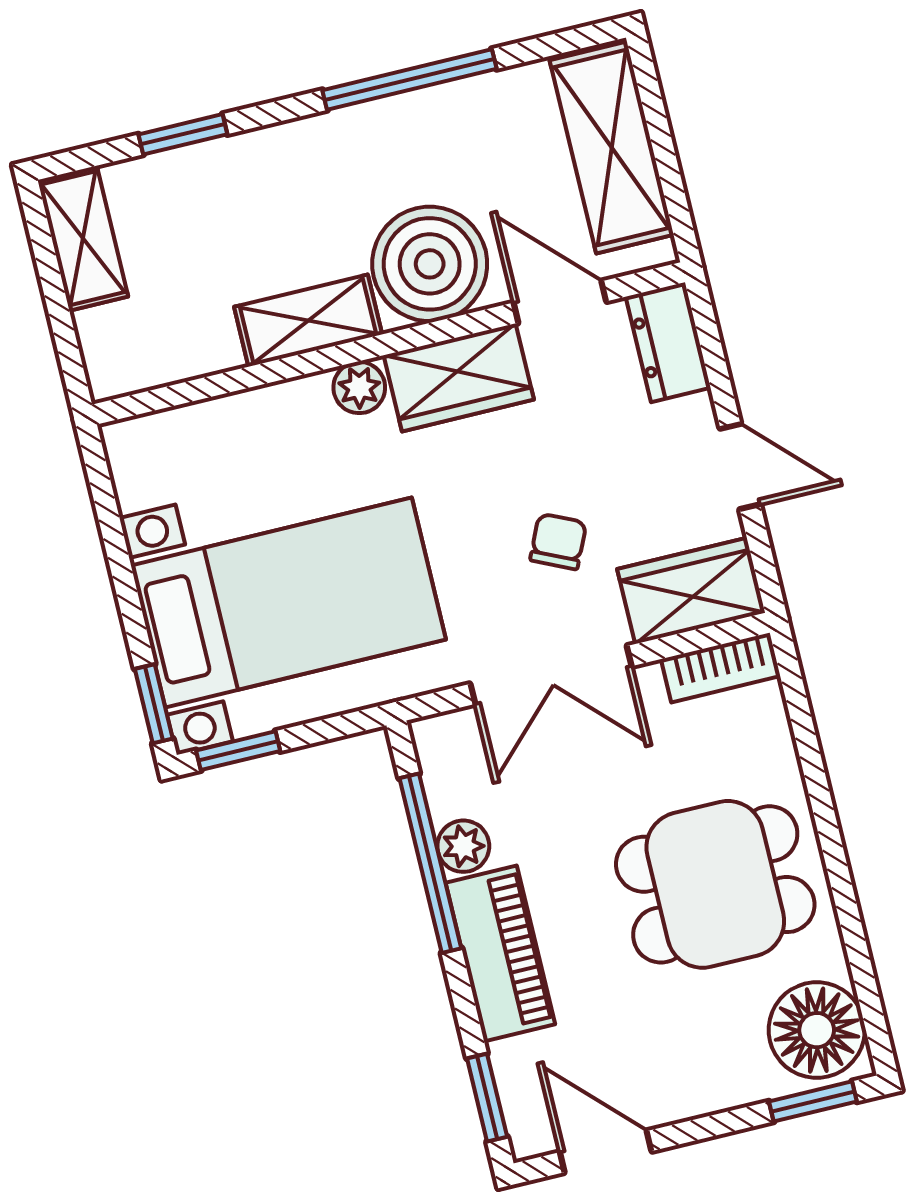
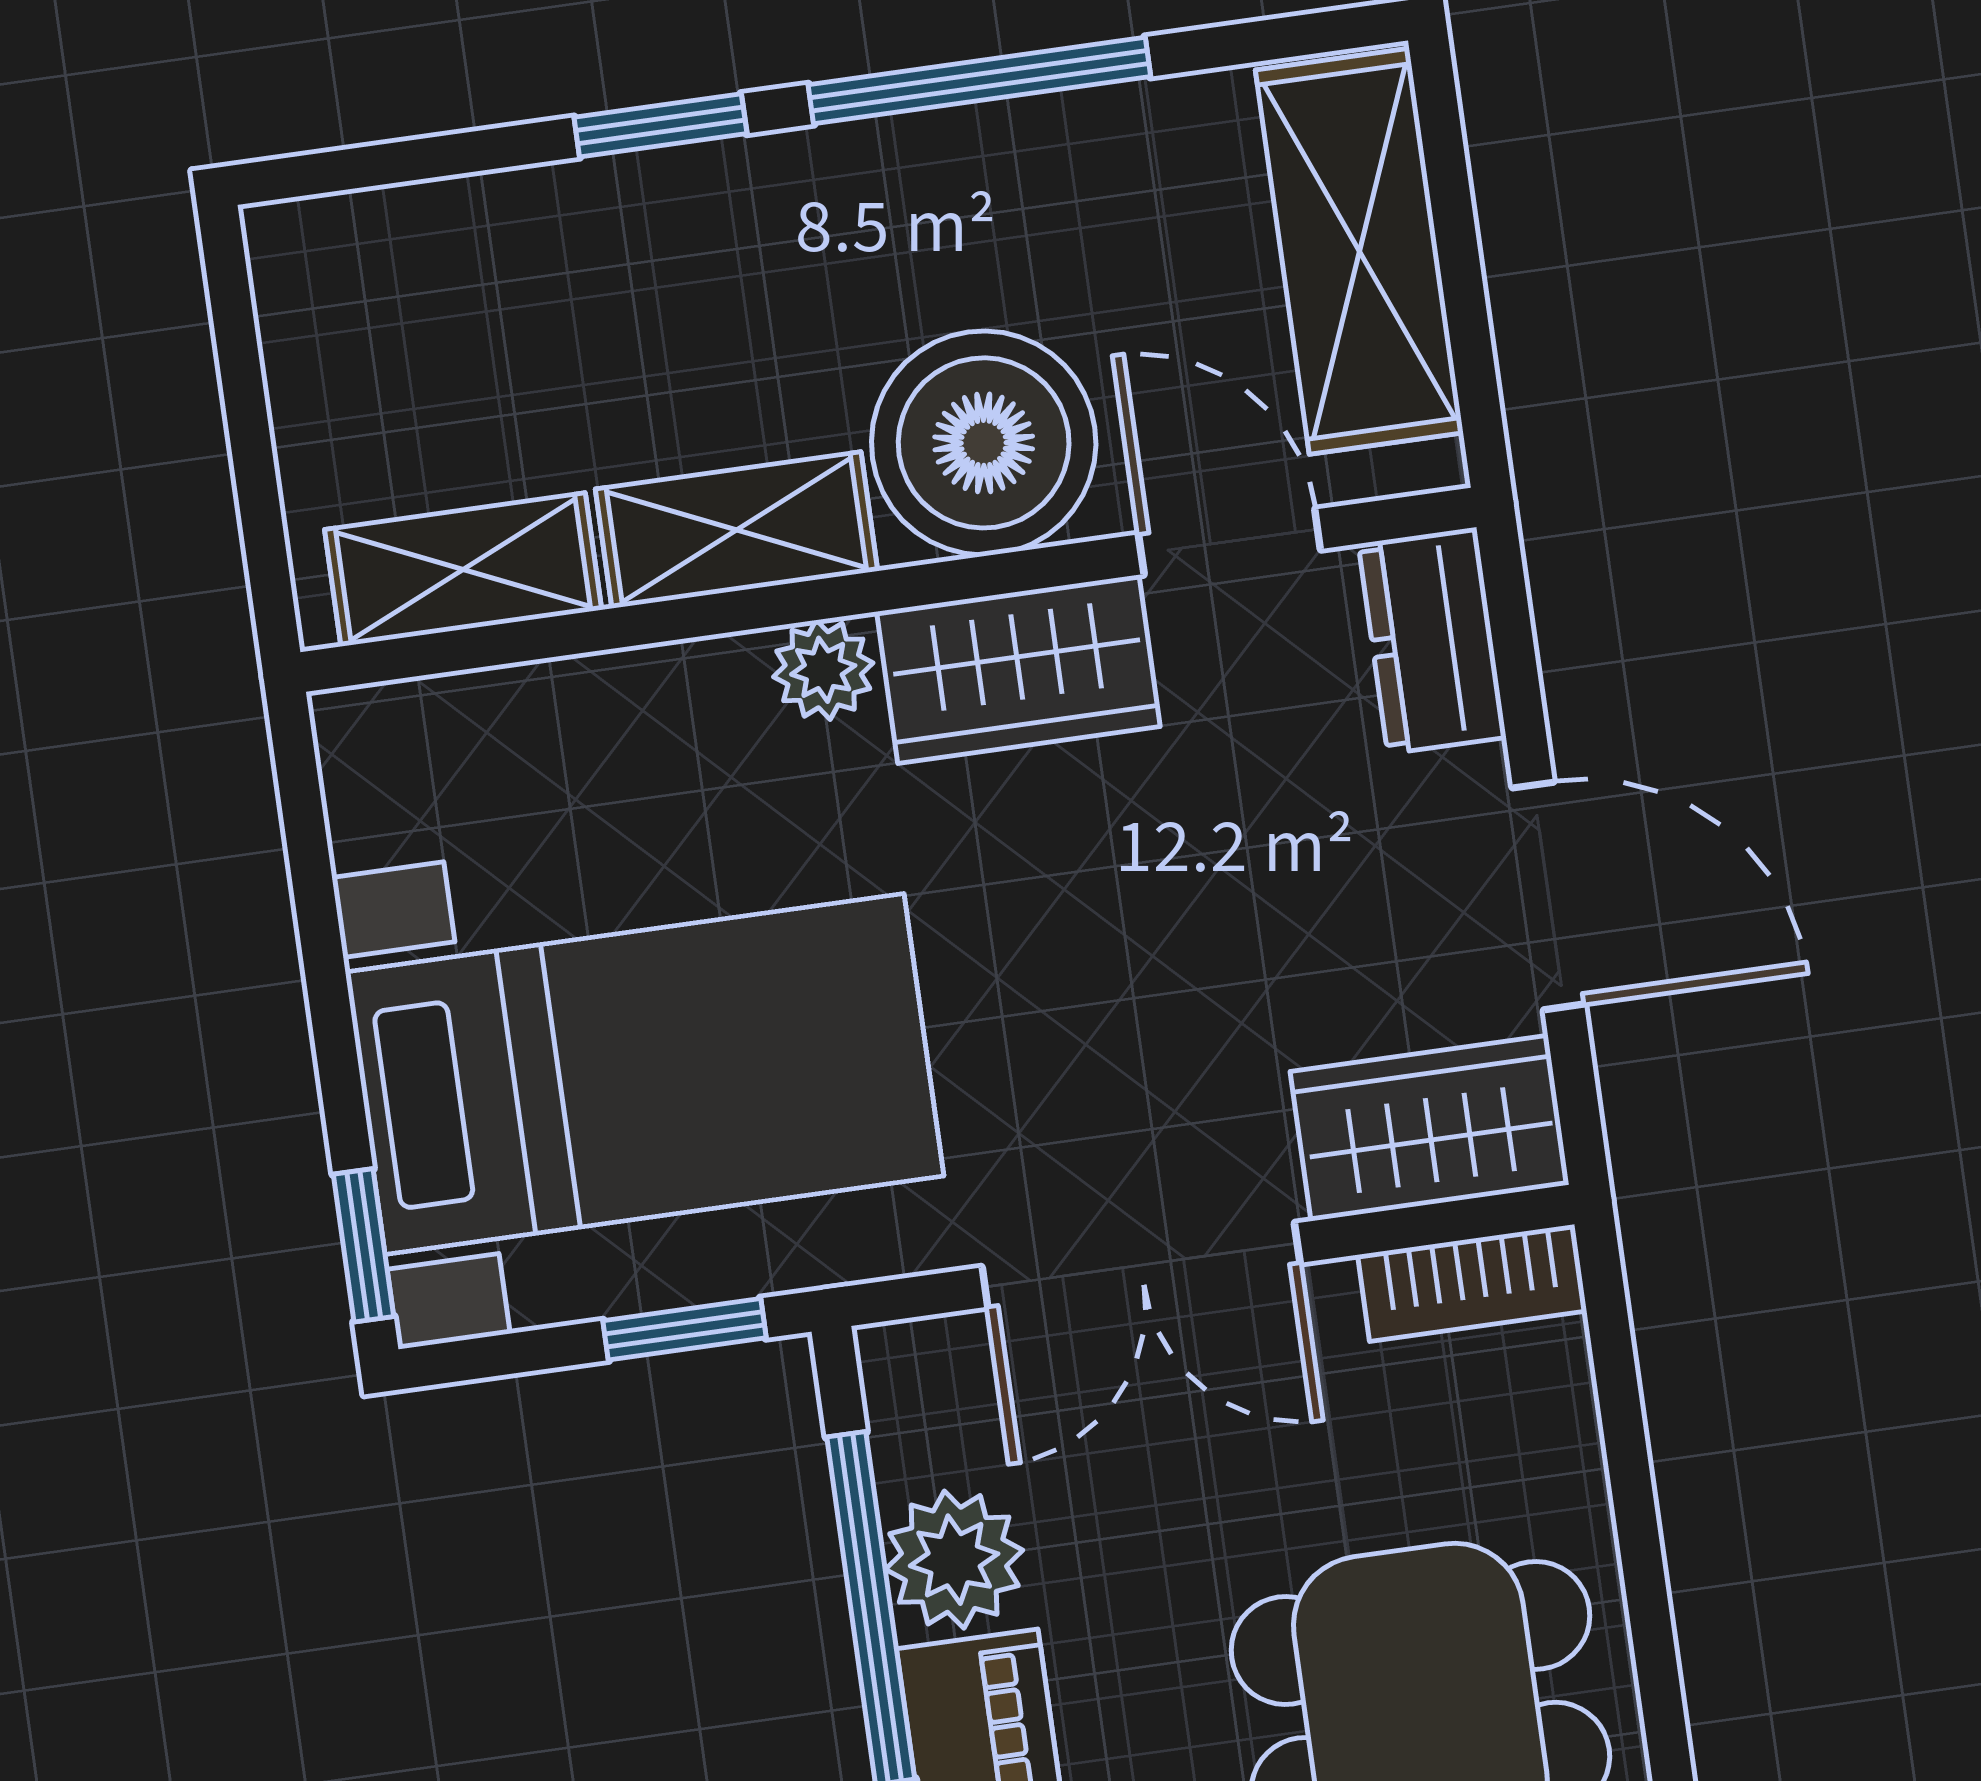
window: (183, 134) -> (660, 125), moved
shelving: (83, 238) -> (463, 570), moved, turned 90
door: (740, 467) -> (1549, 896), width x1.38
chair: (558, 541) -> (1181, 1007), removed
window: (238, 751) -> (684, 1329), moved
plant: (463, 846) -> (954, 1560), width x1.38, depth x1.38

